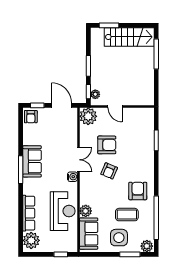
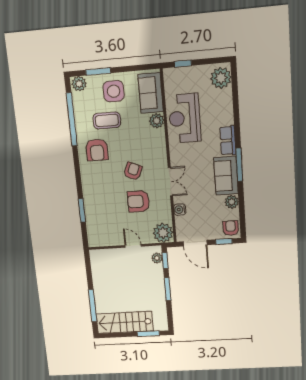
plant: (29, 139) -> (232, 202), added
double door: (78, 160) -> (170, 182), swing flipped
water cooler: (72, 177) -> (180, 210), moved
row of seats: (29, 213) -> (228, 141), moved, width x0.68

